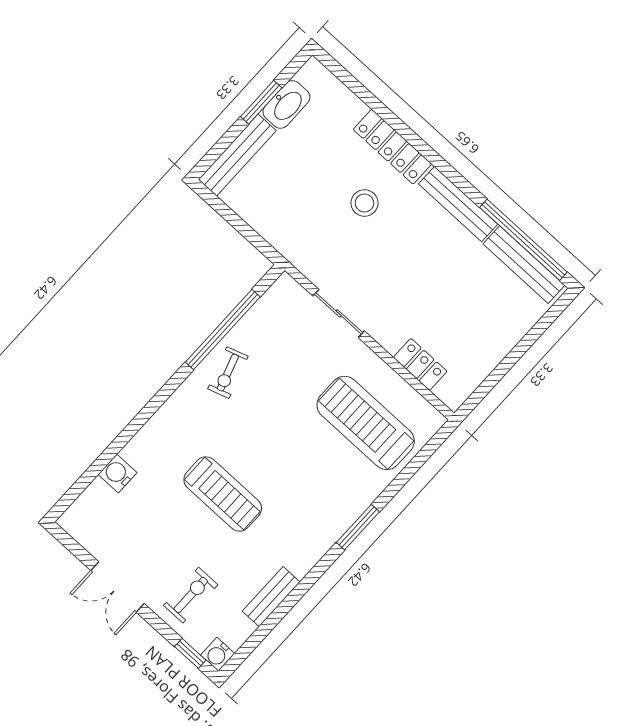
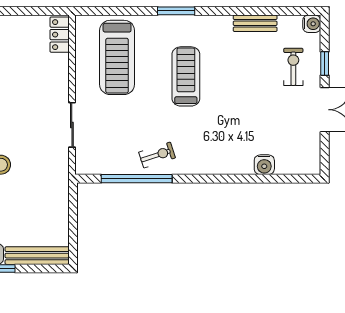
locker: (420, 364) -> (60, 35), moved
treadmill: (223, 494) -> (186, 76), moved
exercise bike: (191, 595) -> (293, 67), turned 90
window: (190, 653) -> (325, 63), moved

